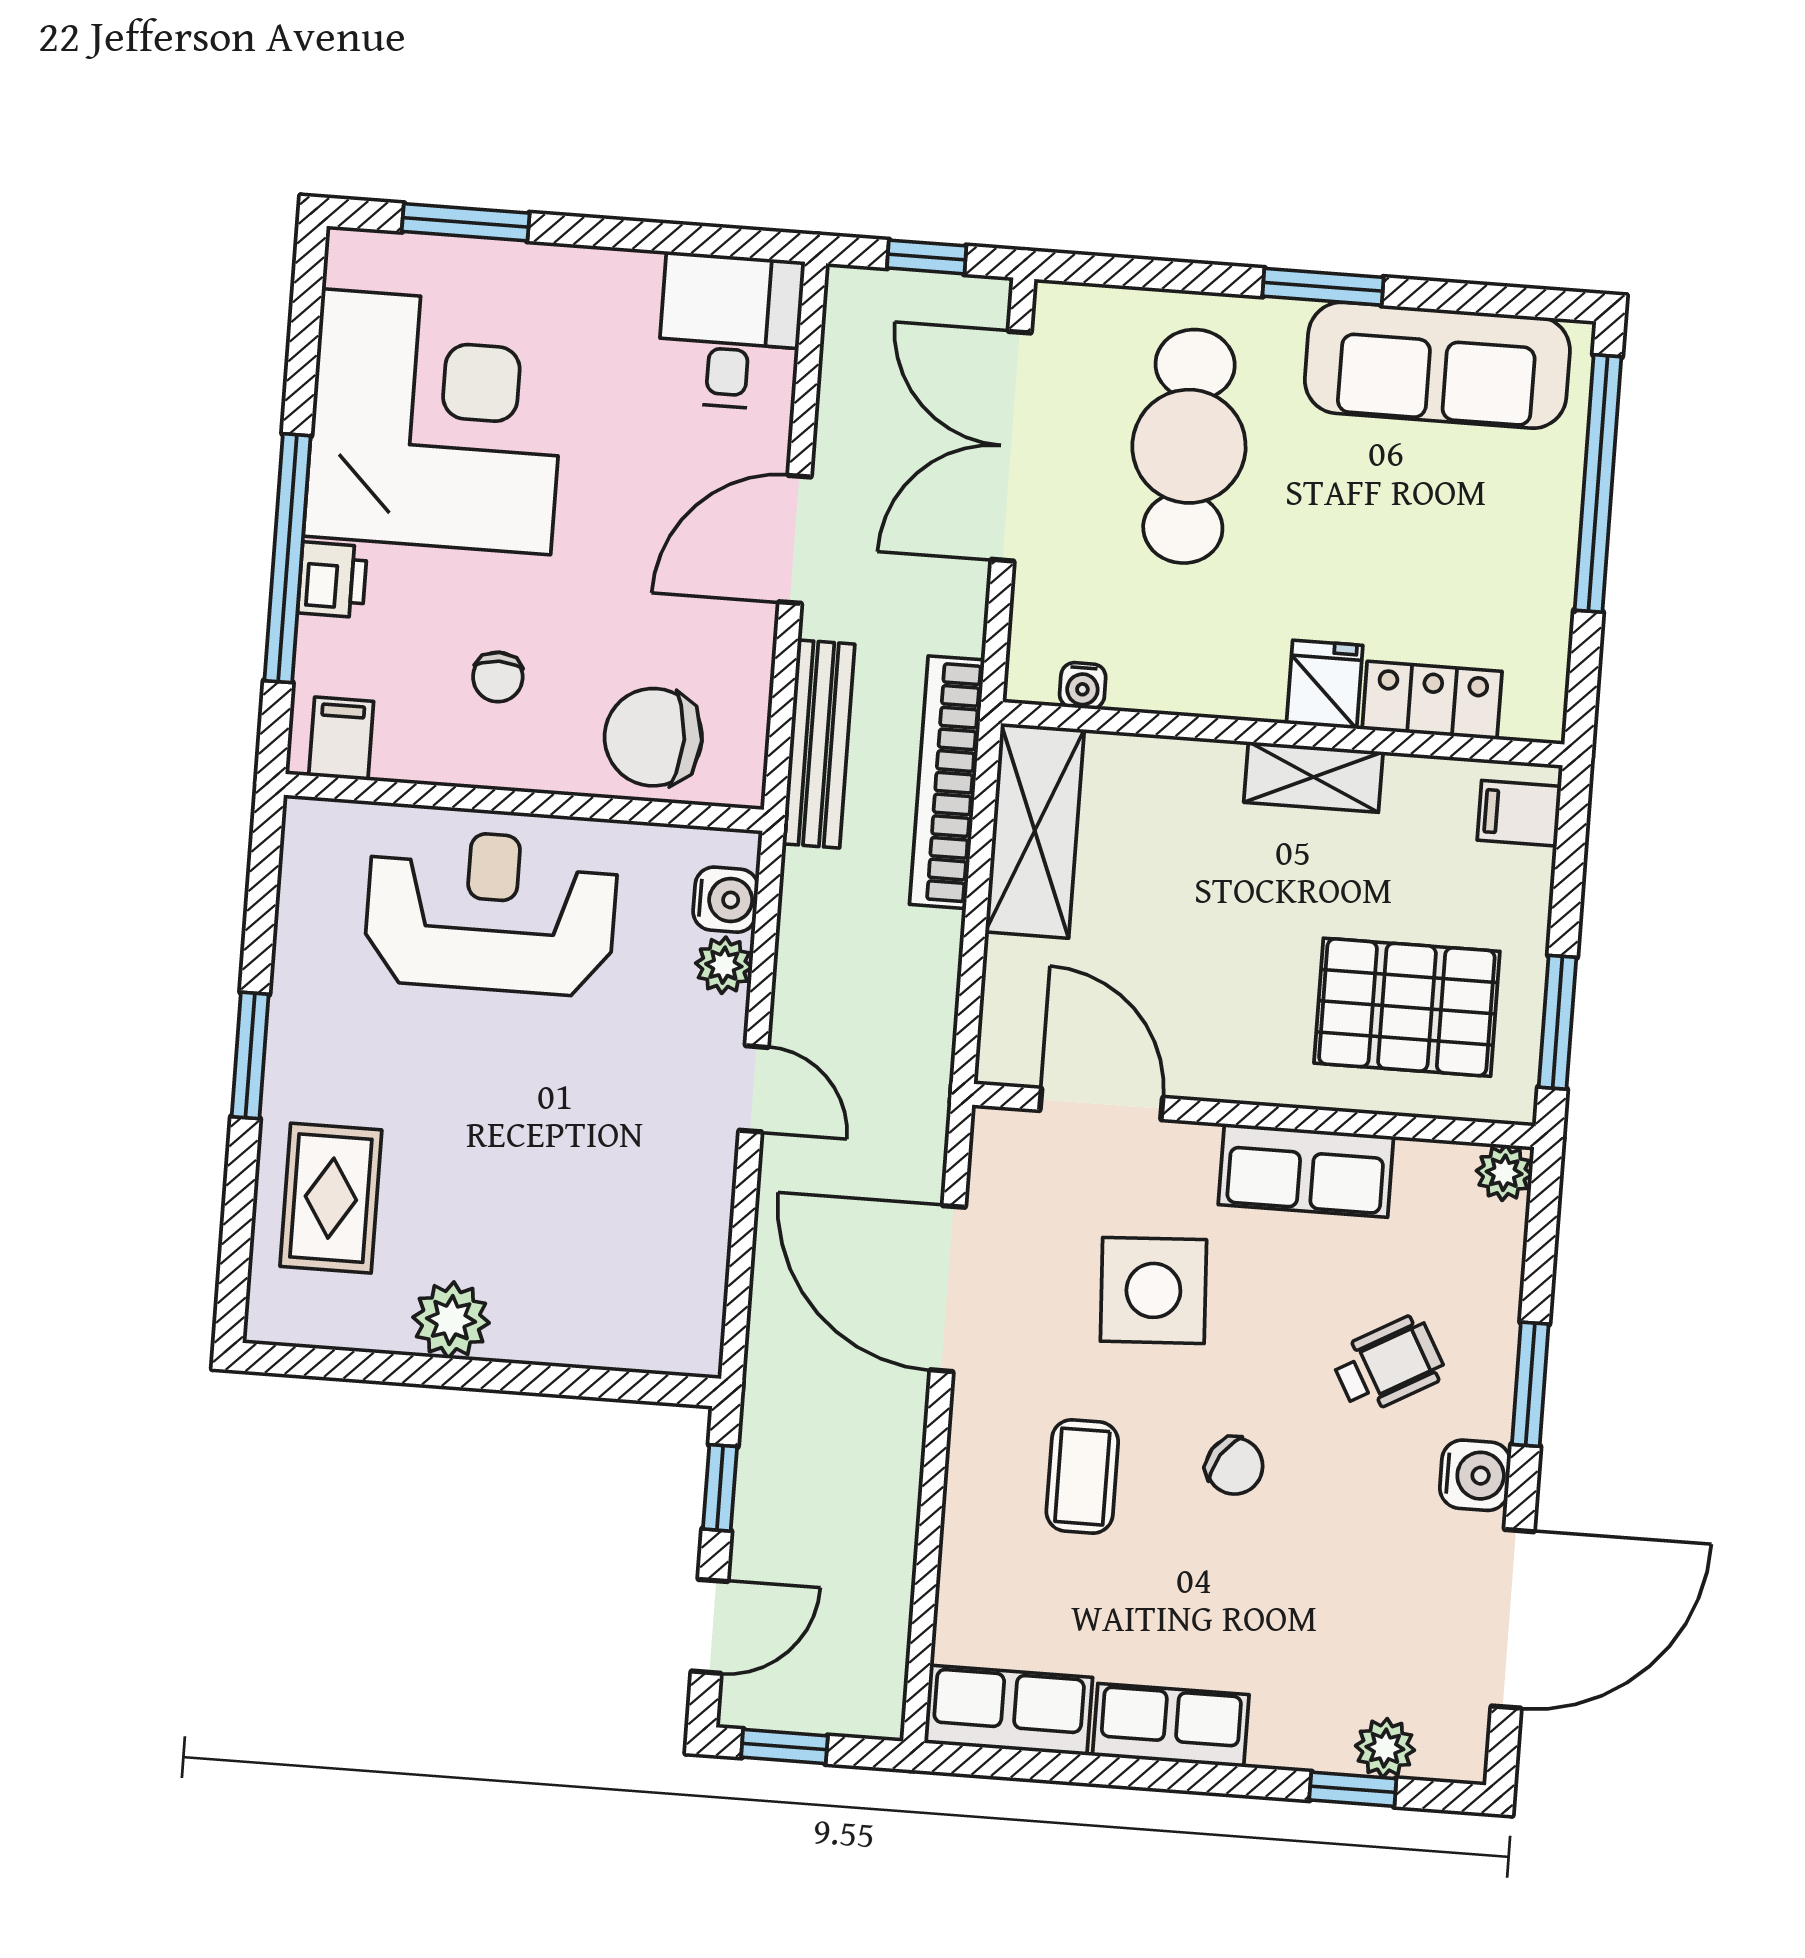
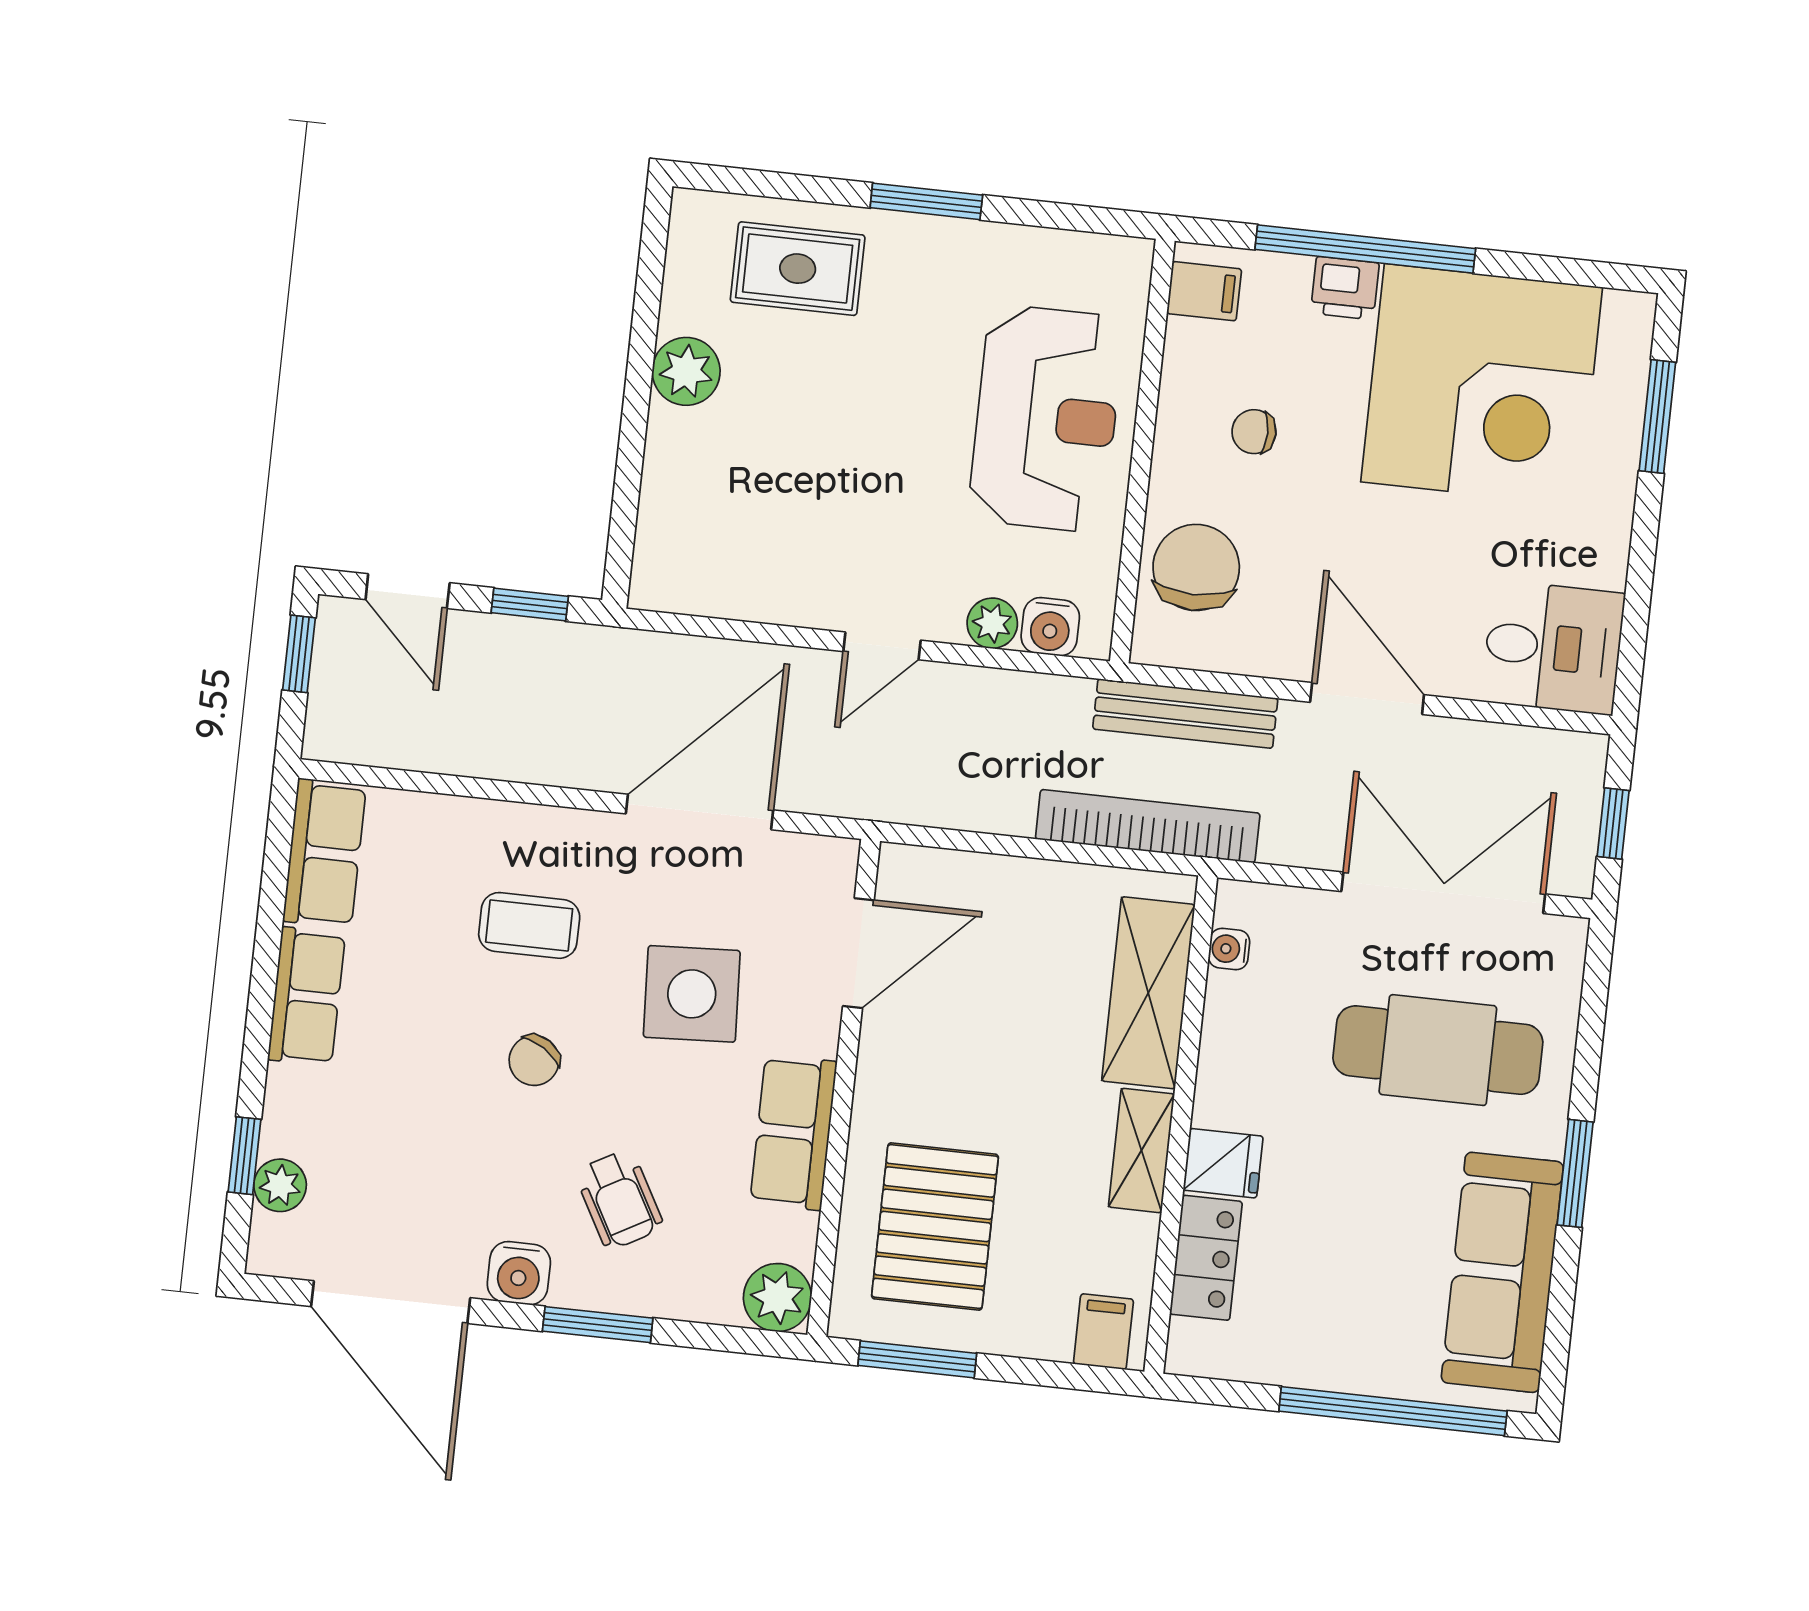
shelving: (1035, 831) -> (1148, 993), moved, turned 90
plant: (1504, 1173) -> (777, 1298), width x1.38, depth x1.38

